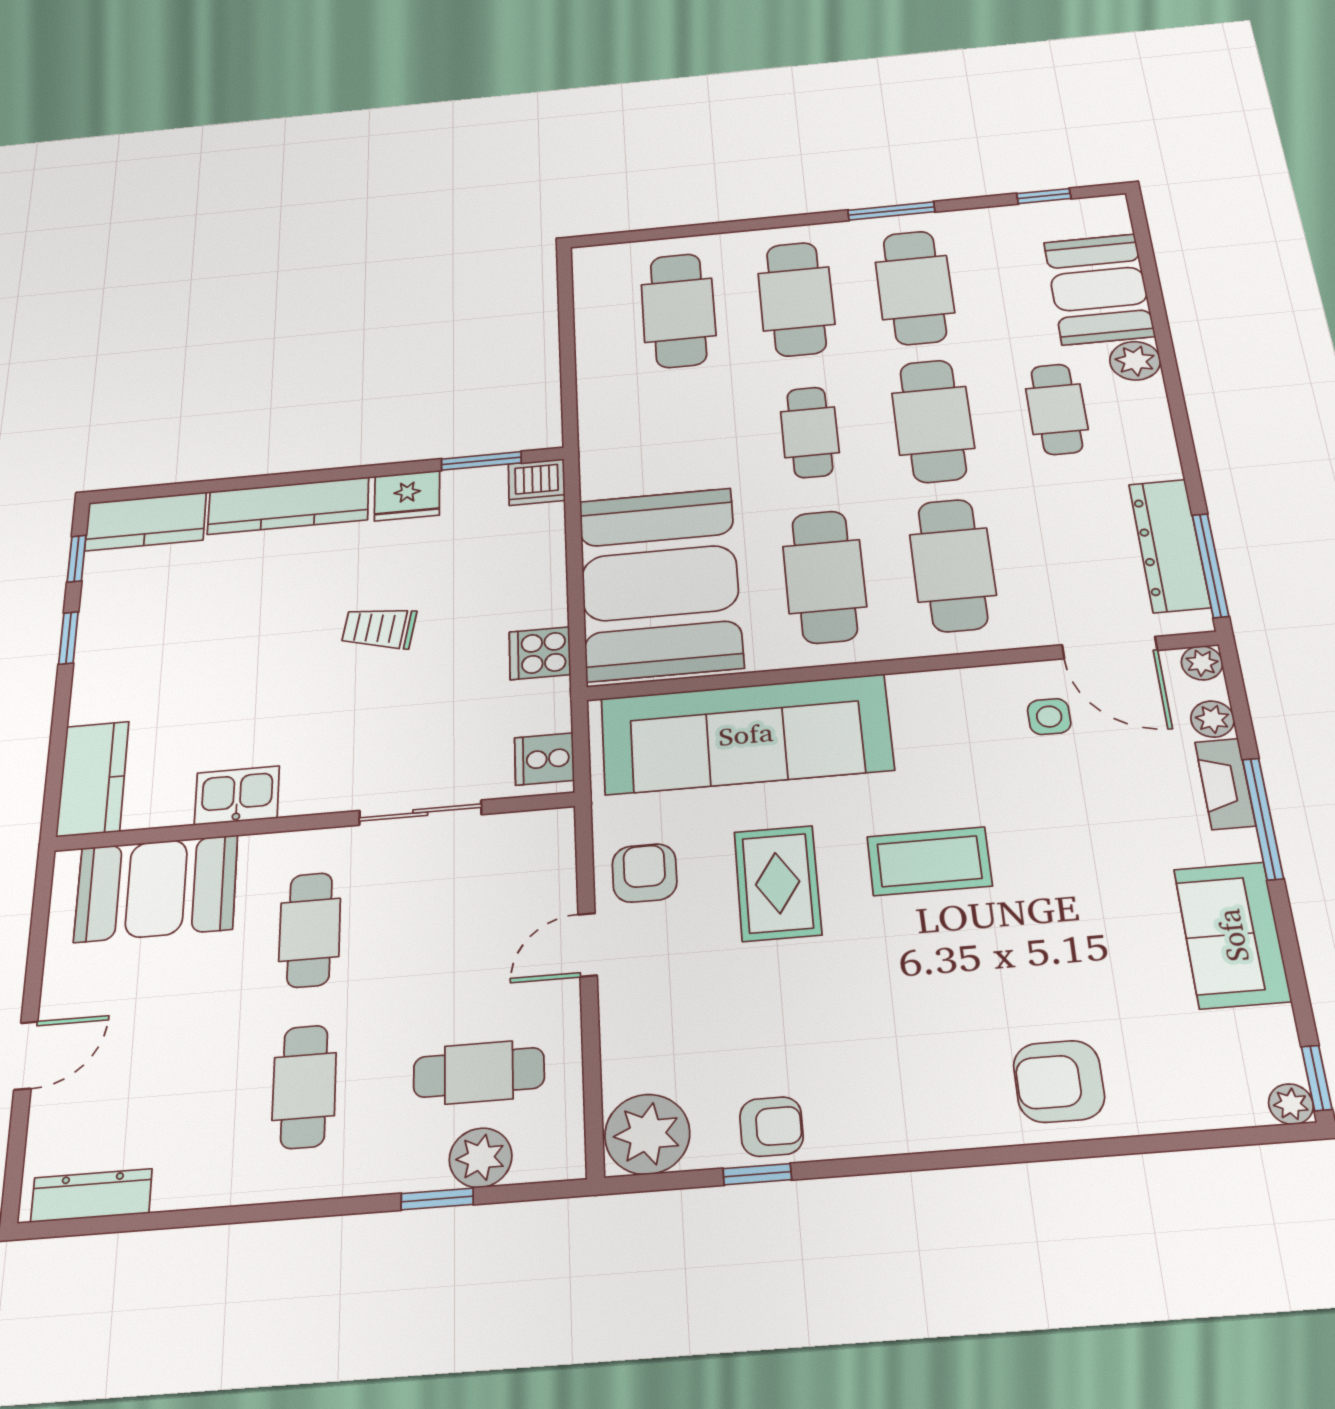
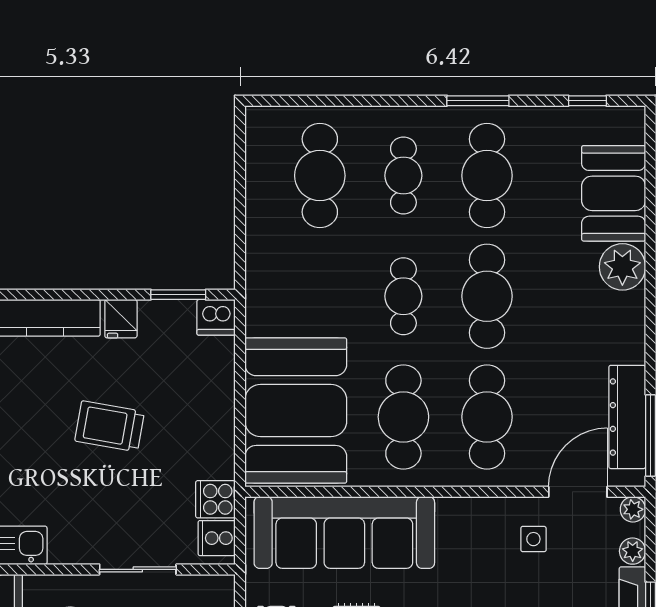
cafe table: (796, 299) -> (403, 176), width x0.73, depth x0.74
plant: (1135, 361) -> (622, 267), width x1.36, depth x1.36
cafe table: (1057, 409) -> (571, 296), removed
fridge: (407, 496) -> (121, 319), width x0.72
trolley: (379, 628) -> (110, 426), width x1.36, depth x1.39
door: (1110, 648) -> (578, 492), swing flipped
cooker: (540, 653) -> (215, 499), moved

